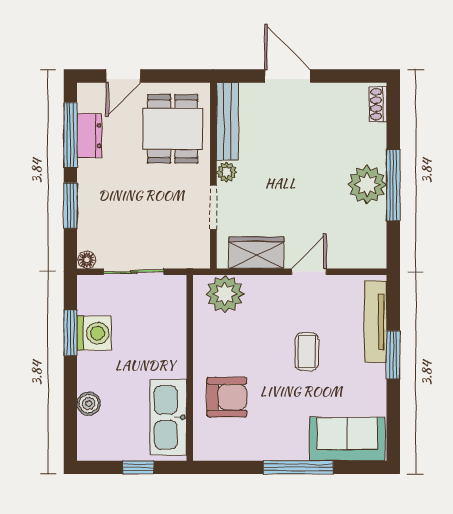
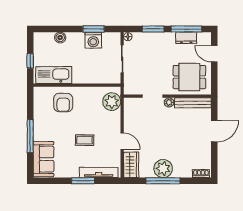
wardrobe: (256, 253) -> (131, 165), moved

